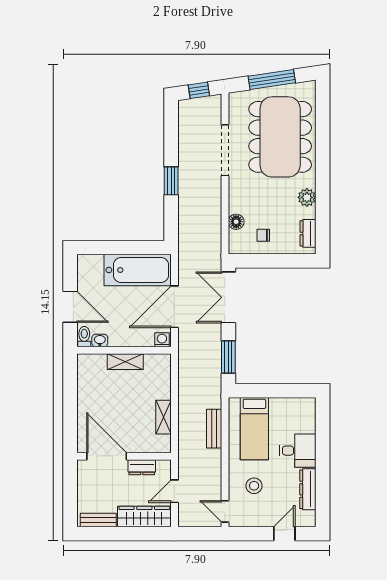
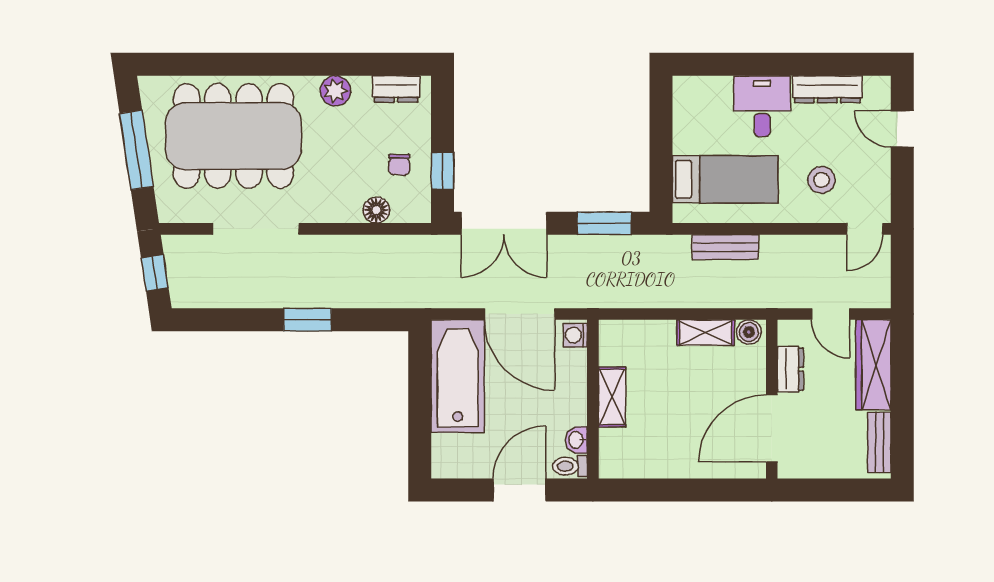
window: (259, 261) -> (443, 171), added
boiler: (164, 443) -> (749, 332), added

